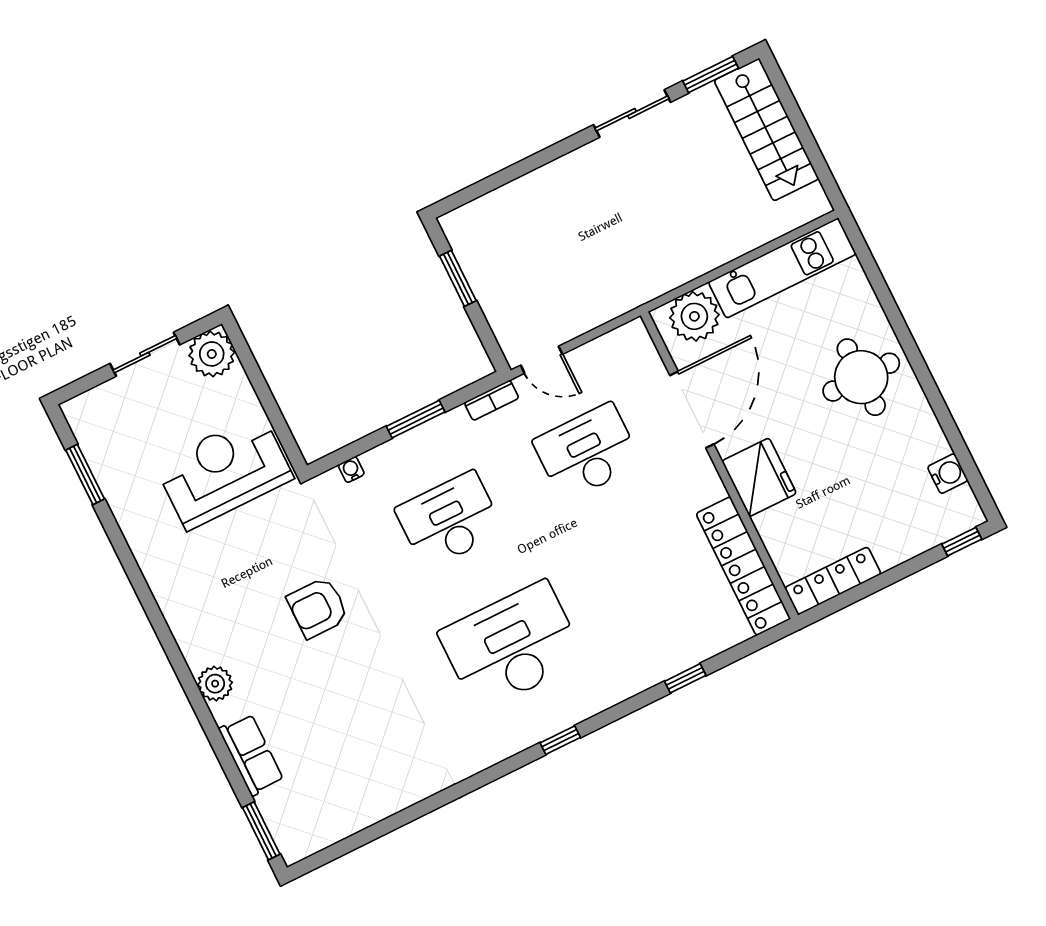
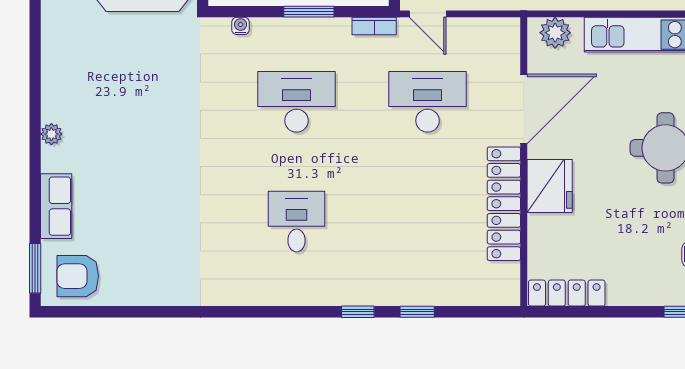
plant: (694, 316) -> (555, 33), width x0.73, depth x0.73
locker: (743, 566) -> (504, 204), moved
armchair: (318, 608) -> (78, 276), moved
desk: (512, 646) -> (297, 222), width x0.53, depth x0.77
plant: (215, 684) -> (51, 134), width x0.73, depth x0.73
window: (560, 740) -> (358, 312), moved

